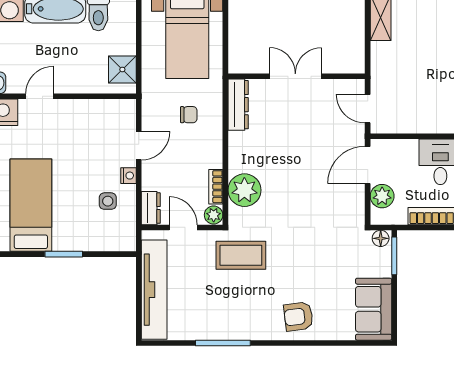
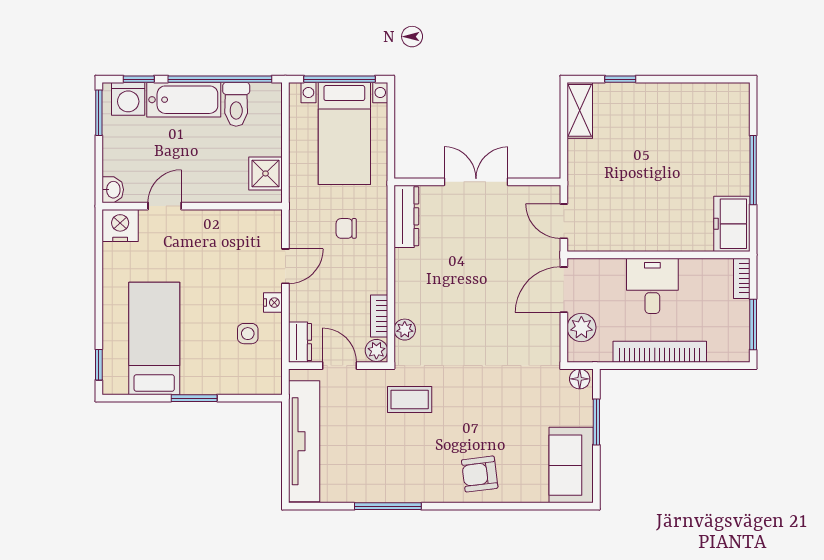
chair: (189, 115) -> (346, 228), turned 180
plant: (244, 190) -> (405, 330), width x0.53, depth x0.53
coffee table: (241, 255) -> (410, 400), width x0.73, depth x0.77
window: (394, 256) -> (596, 422), moved

